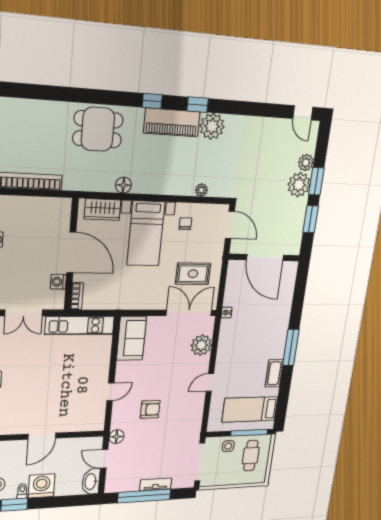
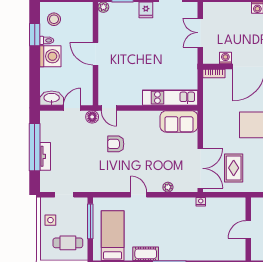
door: (265, 258) -> (248, 230), width x0.53
kitchen unit: (80, 325) -> (170, 98), moved, turned 90
plant: (201, 345) -> (168, 187), width x0.53, depth x0.53
door: (110, 392) -> (109, 108), moved
armchair: (150, 409) -> (116, 144), turned 90
window: (249, 433) -> (90, 221), moved
side table: (228, 446) -> (50, 220), moved
doorway: (200, 462) -> (64, 195), width x0.53

